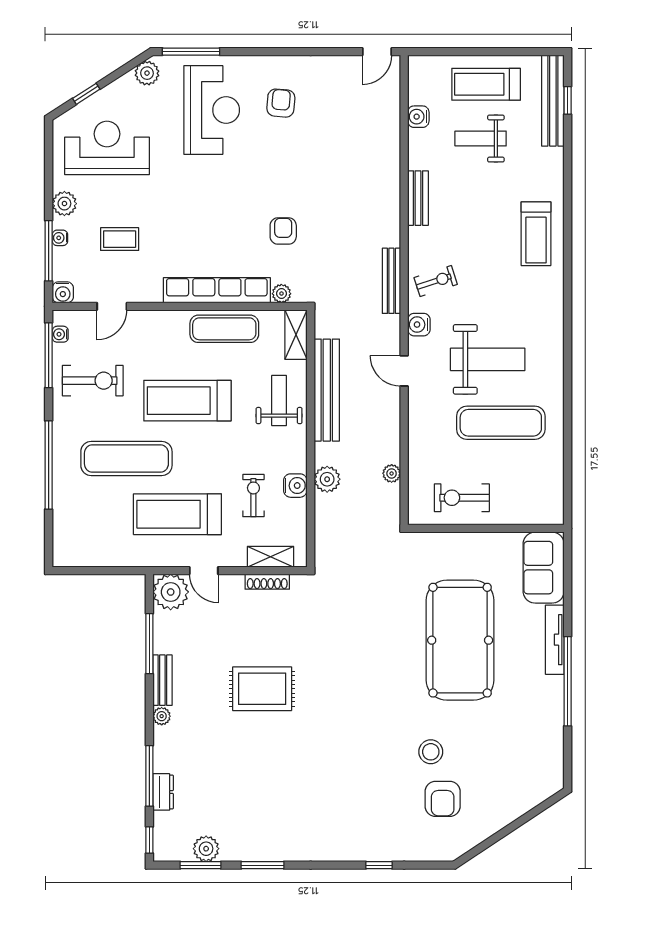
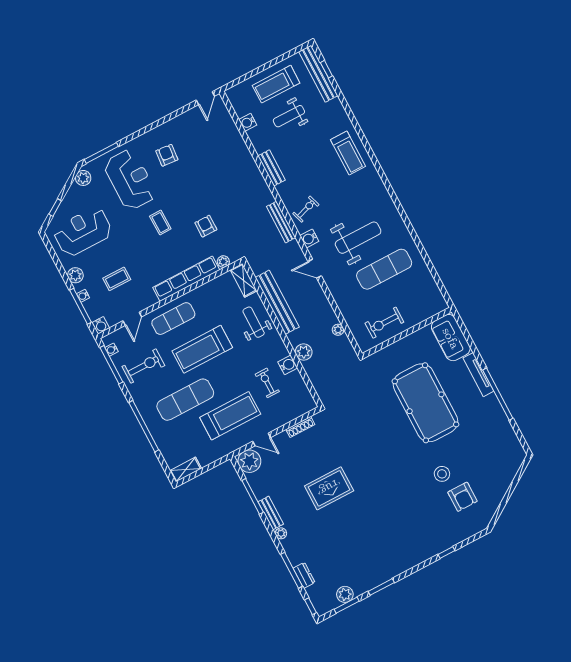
coffee table: (222, 192) -> (160, 223), added
exercise mat: (224, 329) -> (173, 319), moved
treadmill: (177, 514) -> (230, 416), turned 180
shelving: (271, 557) -> (186, 470), moved

